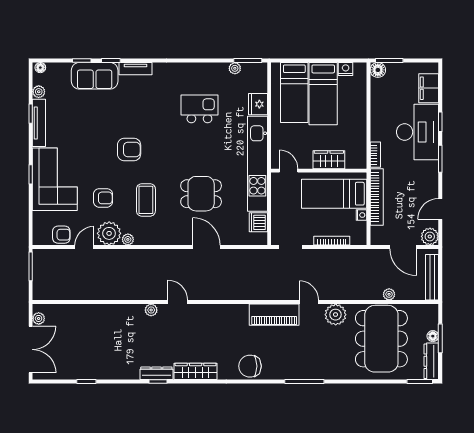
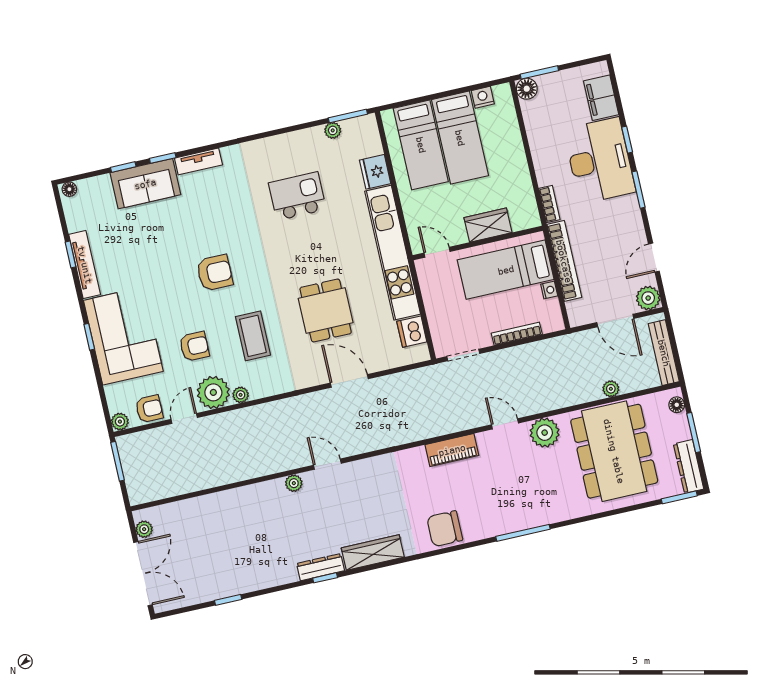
plant: (39, 92) -> (120, 422), moved
dining table: (201, 194) -> (326, 310), turned 90
piano: (274, 315) -> (452, 450), width x0.73, depth x0.75
floor lamp: (433, 336) -> (677, 405), moved

